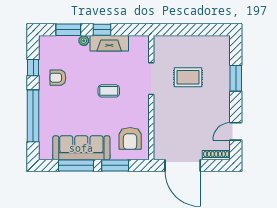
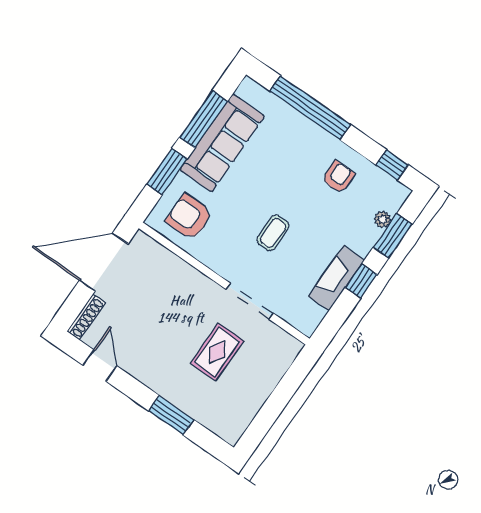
plant: (84, 41) -> (383, 219), moved
window: (33, 68) -> (392, 165), moved

